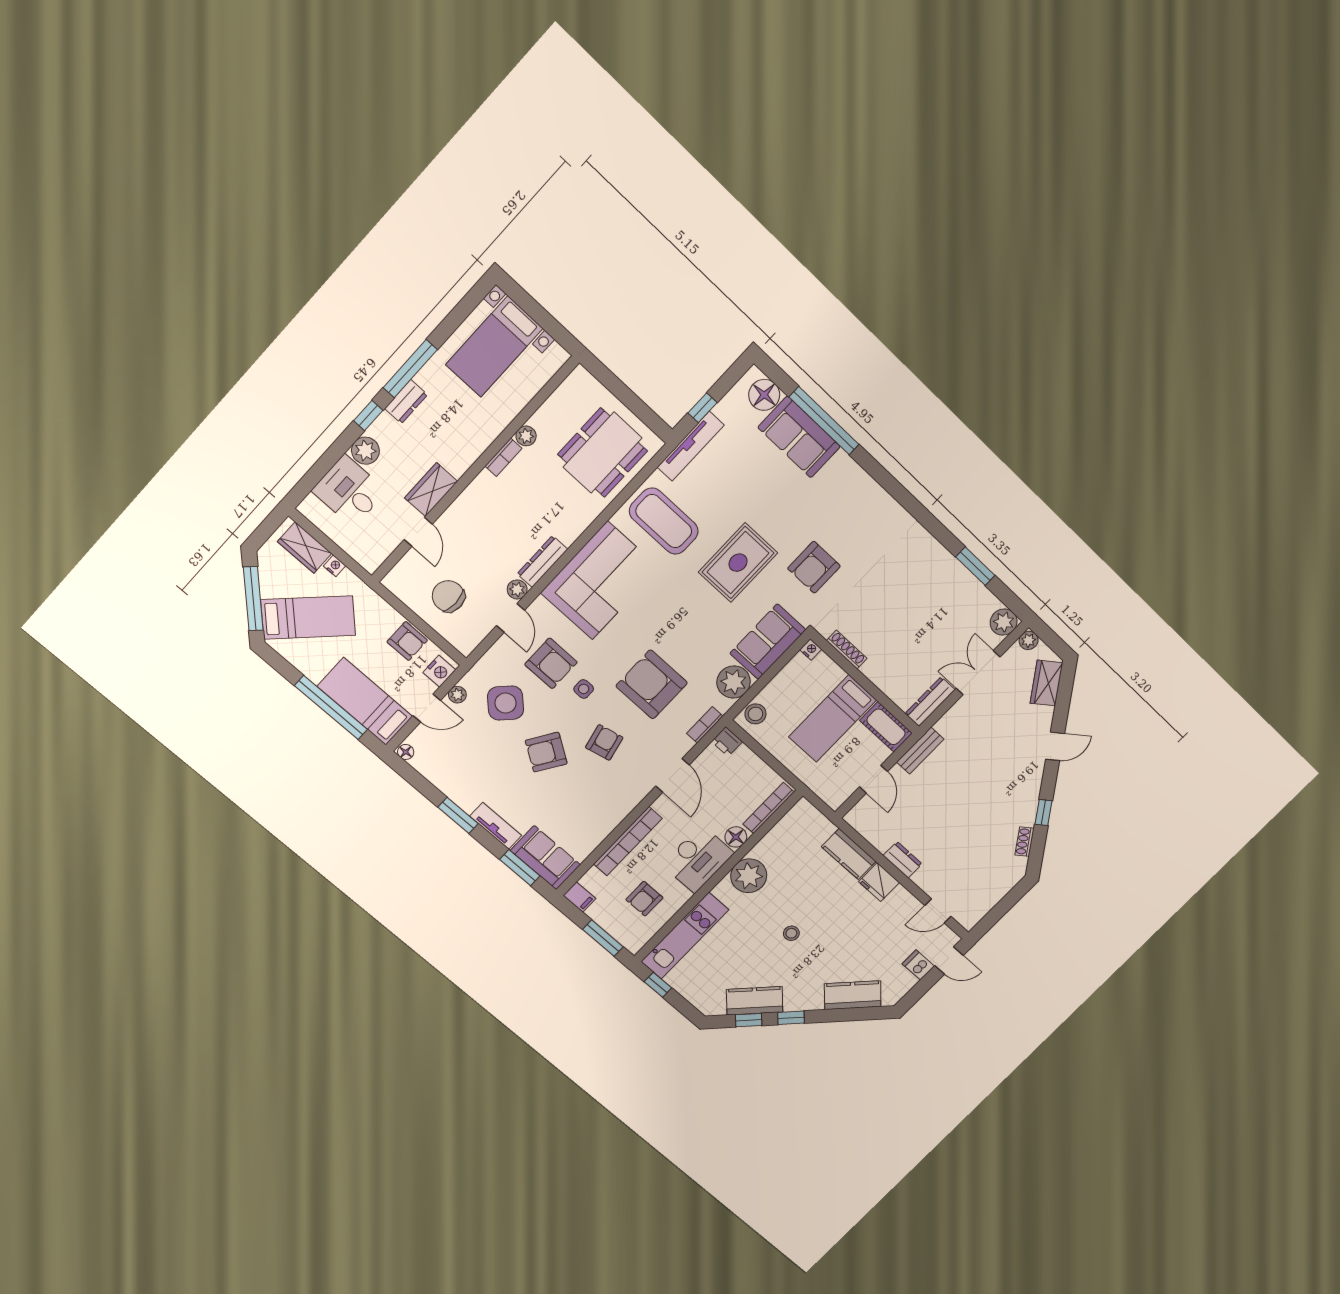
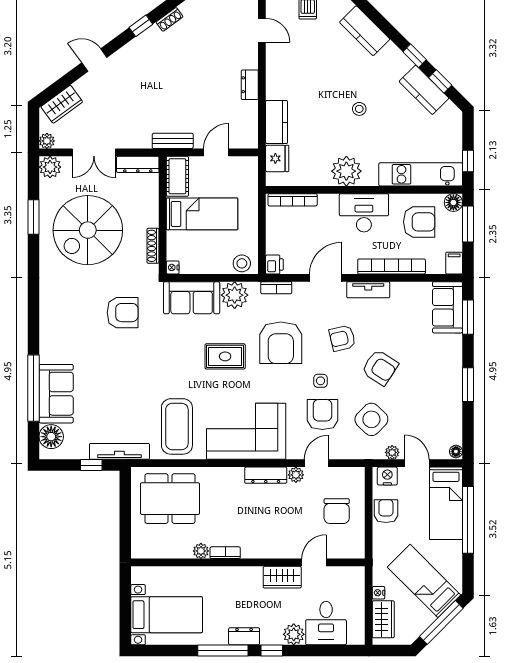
rug: (738, 563) -> (225, 356), moved, width x0.73, depth x0.70
spiral stairs: (917, 604) -> (88, 230), added
tv unit: (496, 826) -> (368, 290), moved, turned -90
floor lamp: (736, 837) -> (453, 203), moved
fridge: (879, 882) -> (277, 158), moved
armchair: (644, 899) -> (419, 222), width x1.38, depth x1.38

